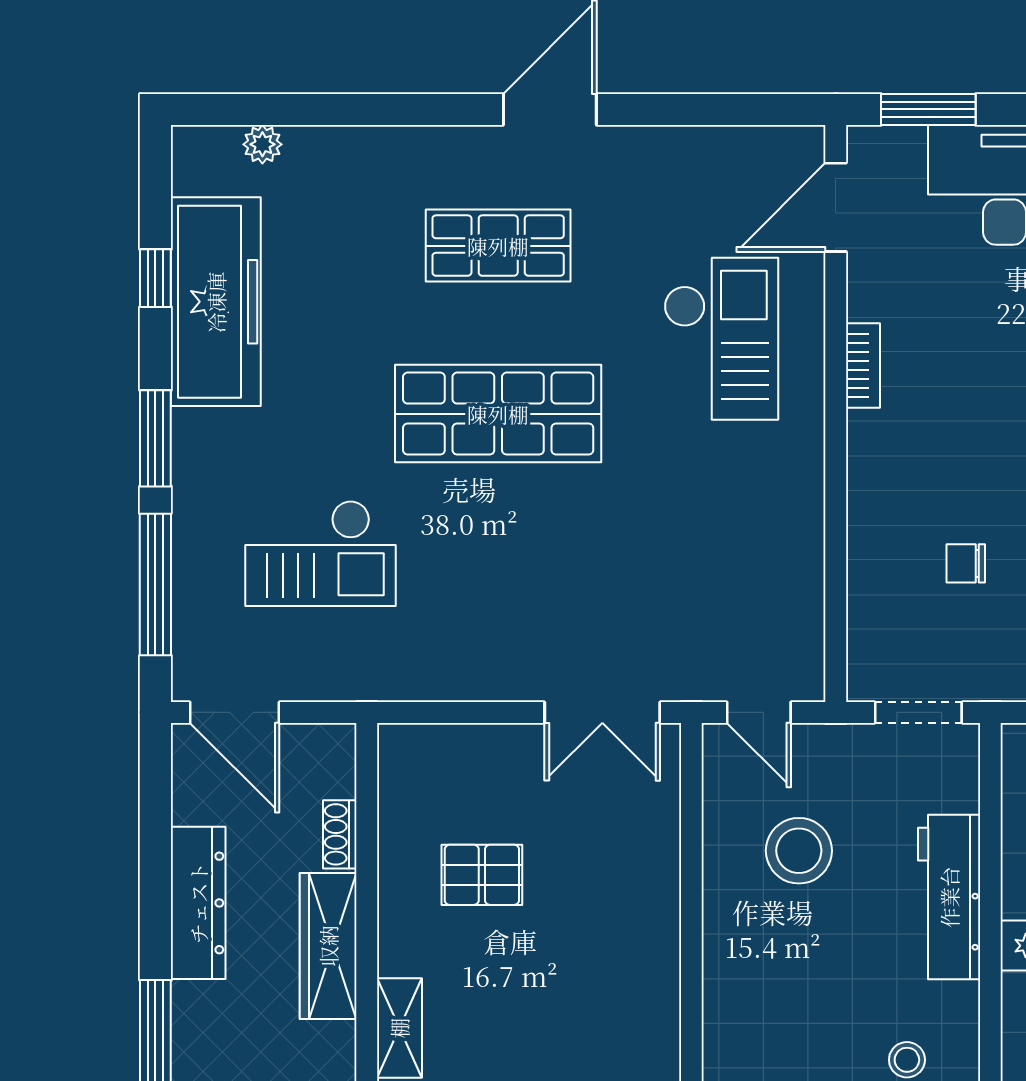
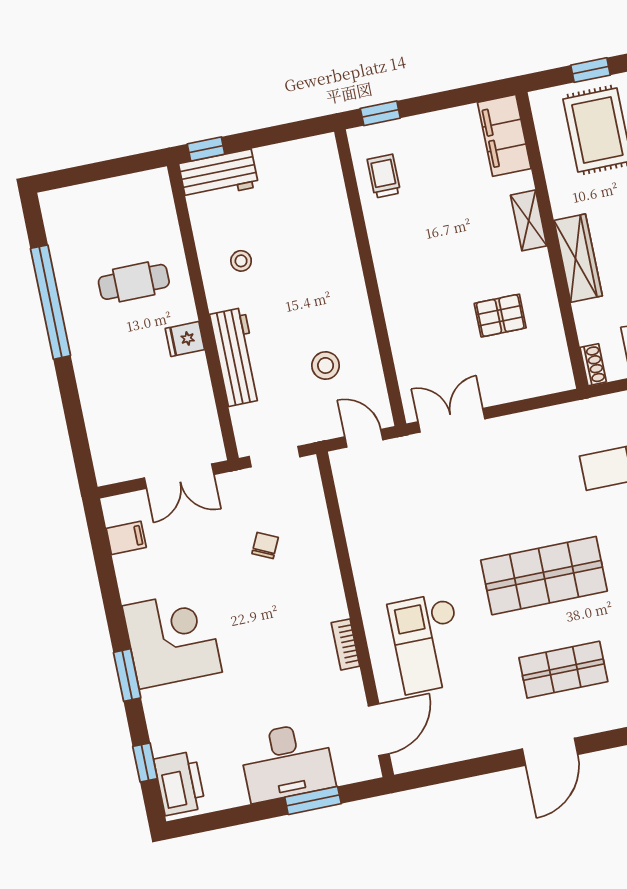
window: (928, 109) -> (313, 800), moved
chair: (966, 563) -> (265, 545), turned -65
shoe rack: (340, 834) -> (593, 365), moved
stool: (799, 851) -> (326, 365), width x0.73, depth x0.73

